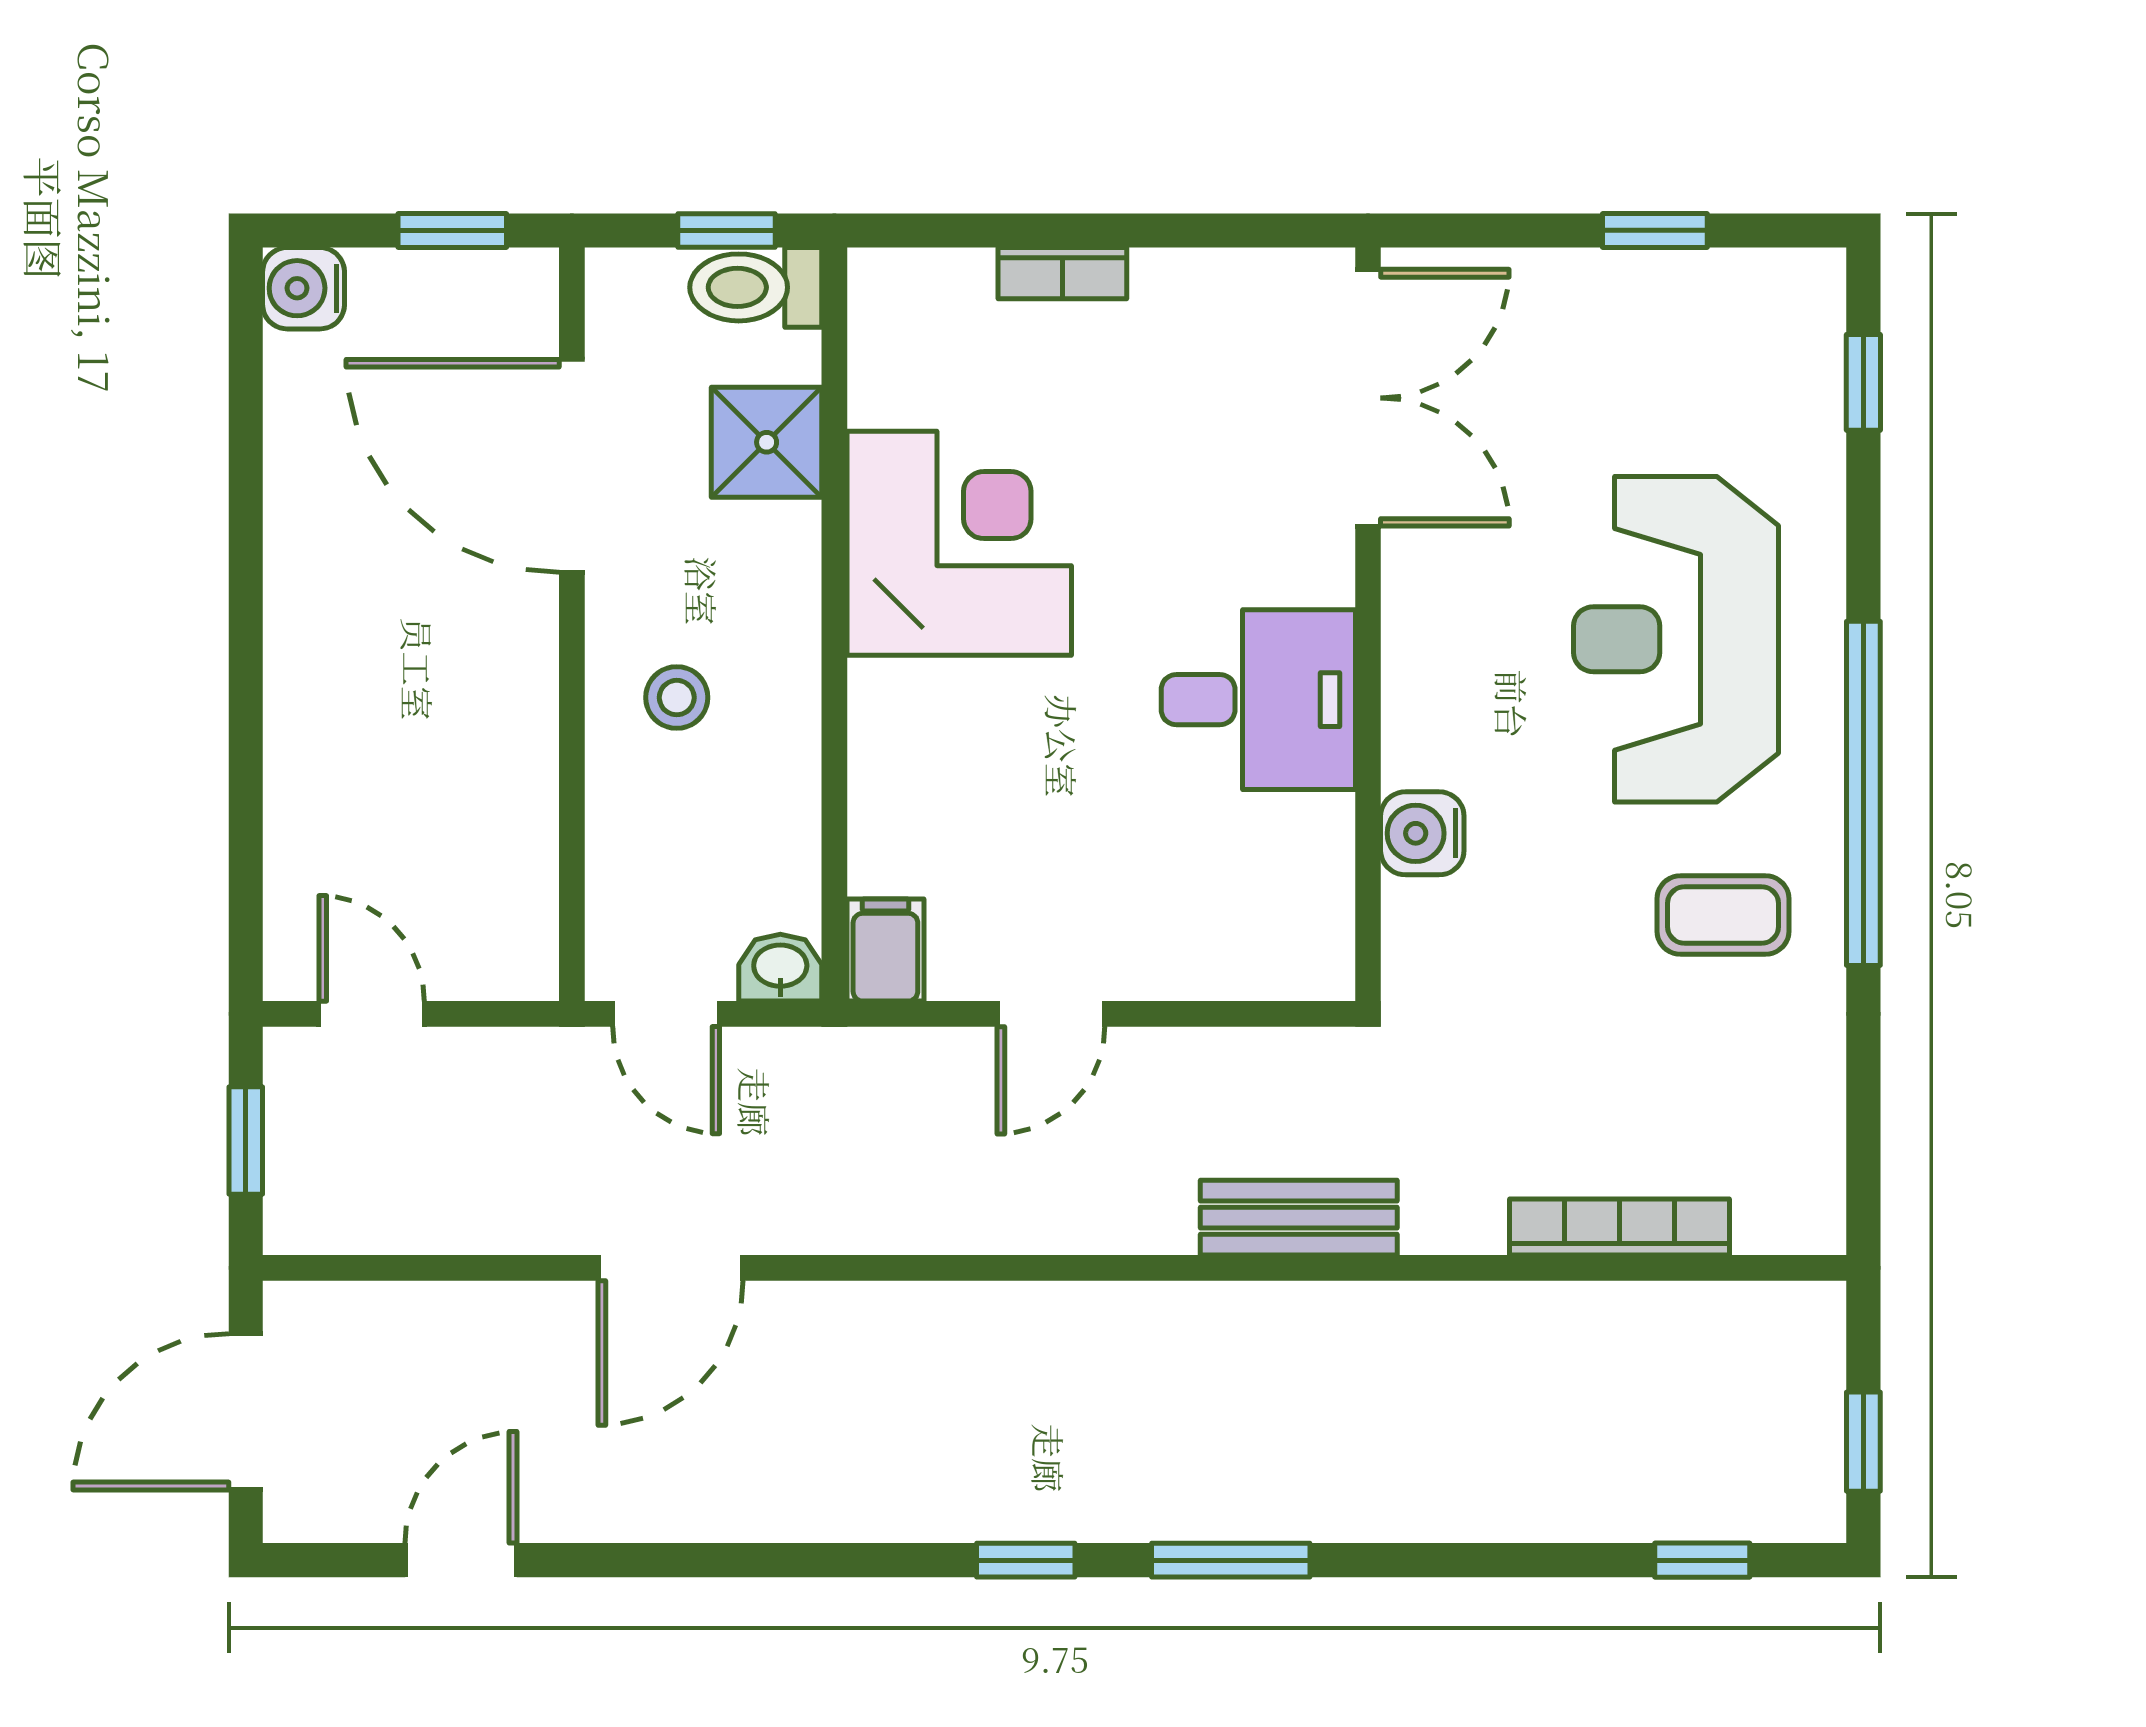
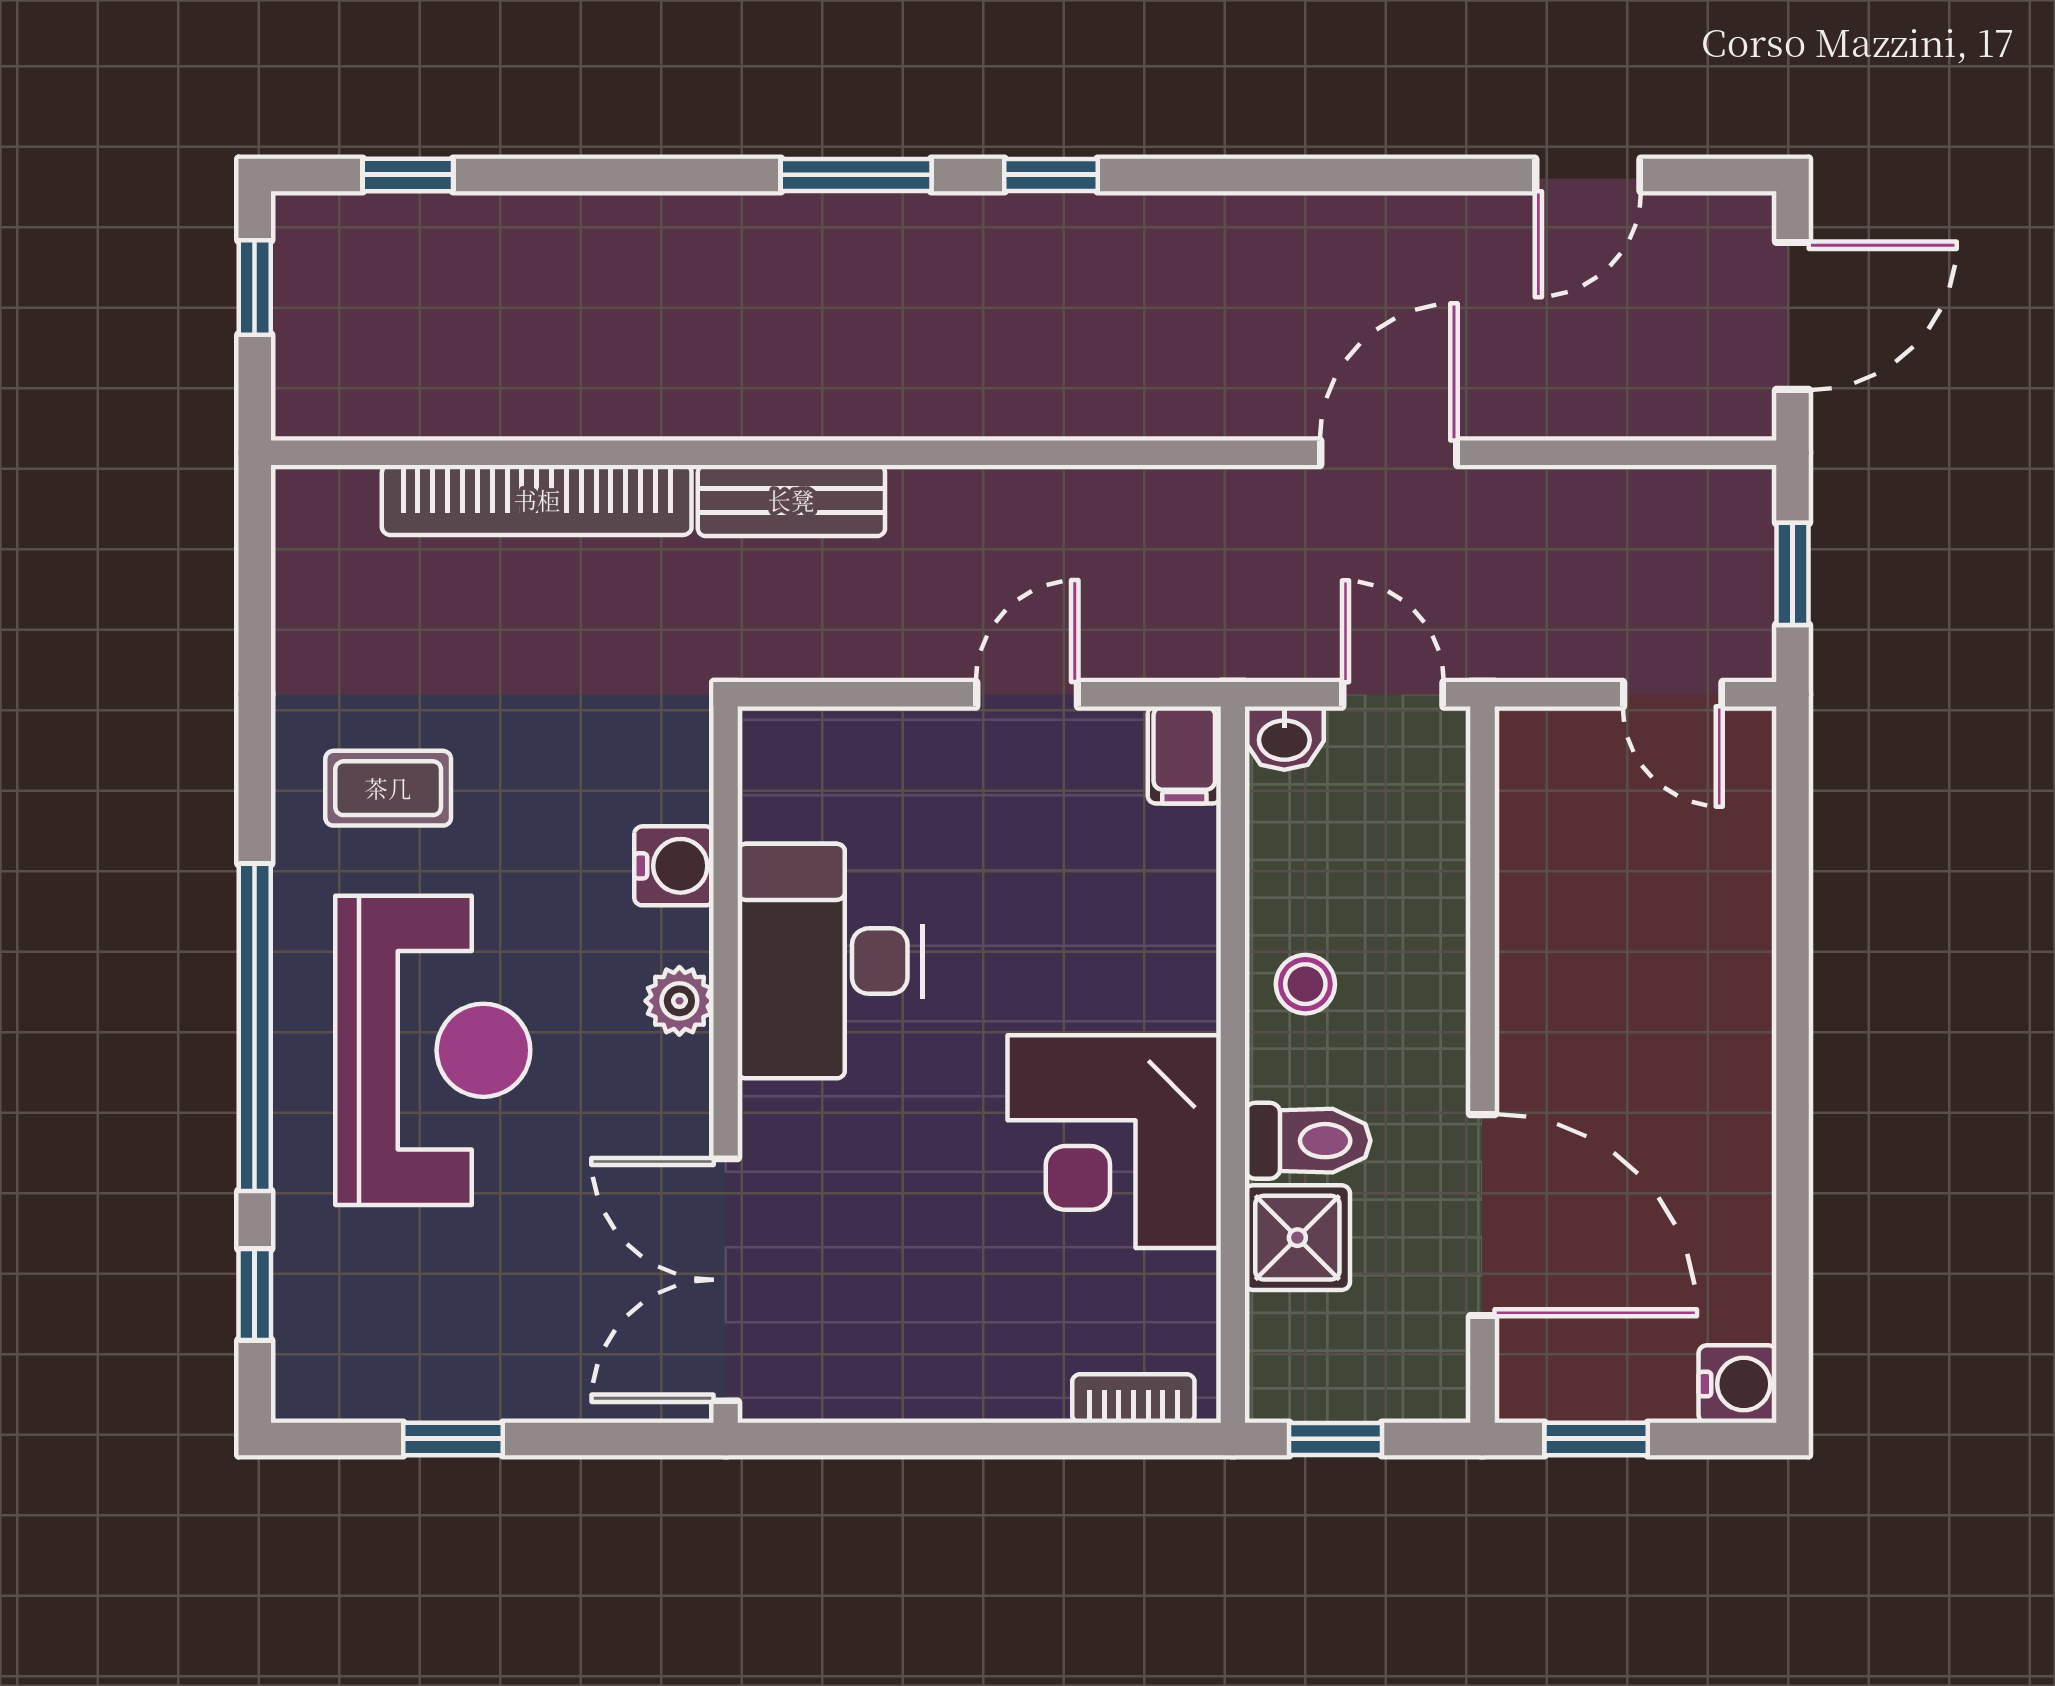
bookcase: (1062, 273) -> (1133, 1398), moved
toilet: (756, 287) -> (1308, 1141), moved
plant: (1417, 691) -> (679, 1001), added
stool: (677, 698) -> (1305, 984), moved
desk: (1258, 700) -> (830, 961), width x1.37
window: (1863, 793) -> (255, 1027), moved
bookcase: (1619, 1227) -> (537, 500), width x1.48, depth x1.31

